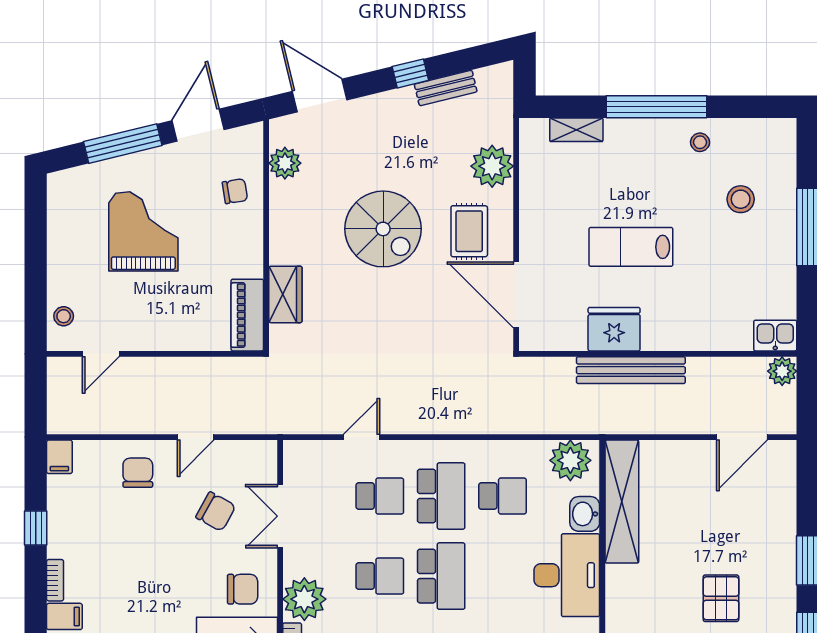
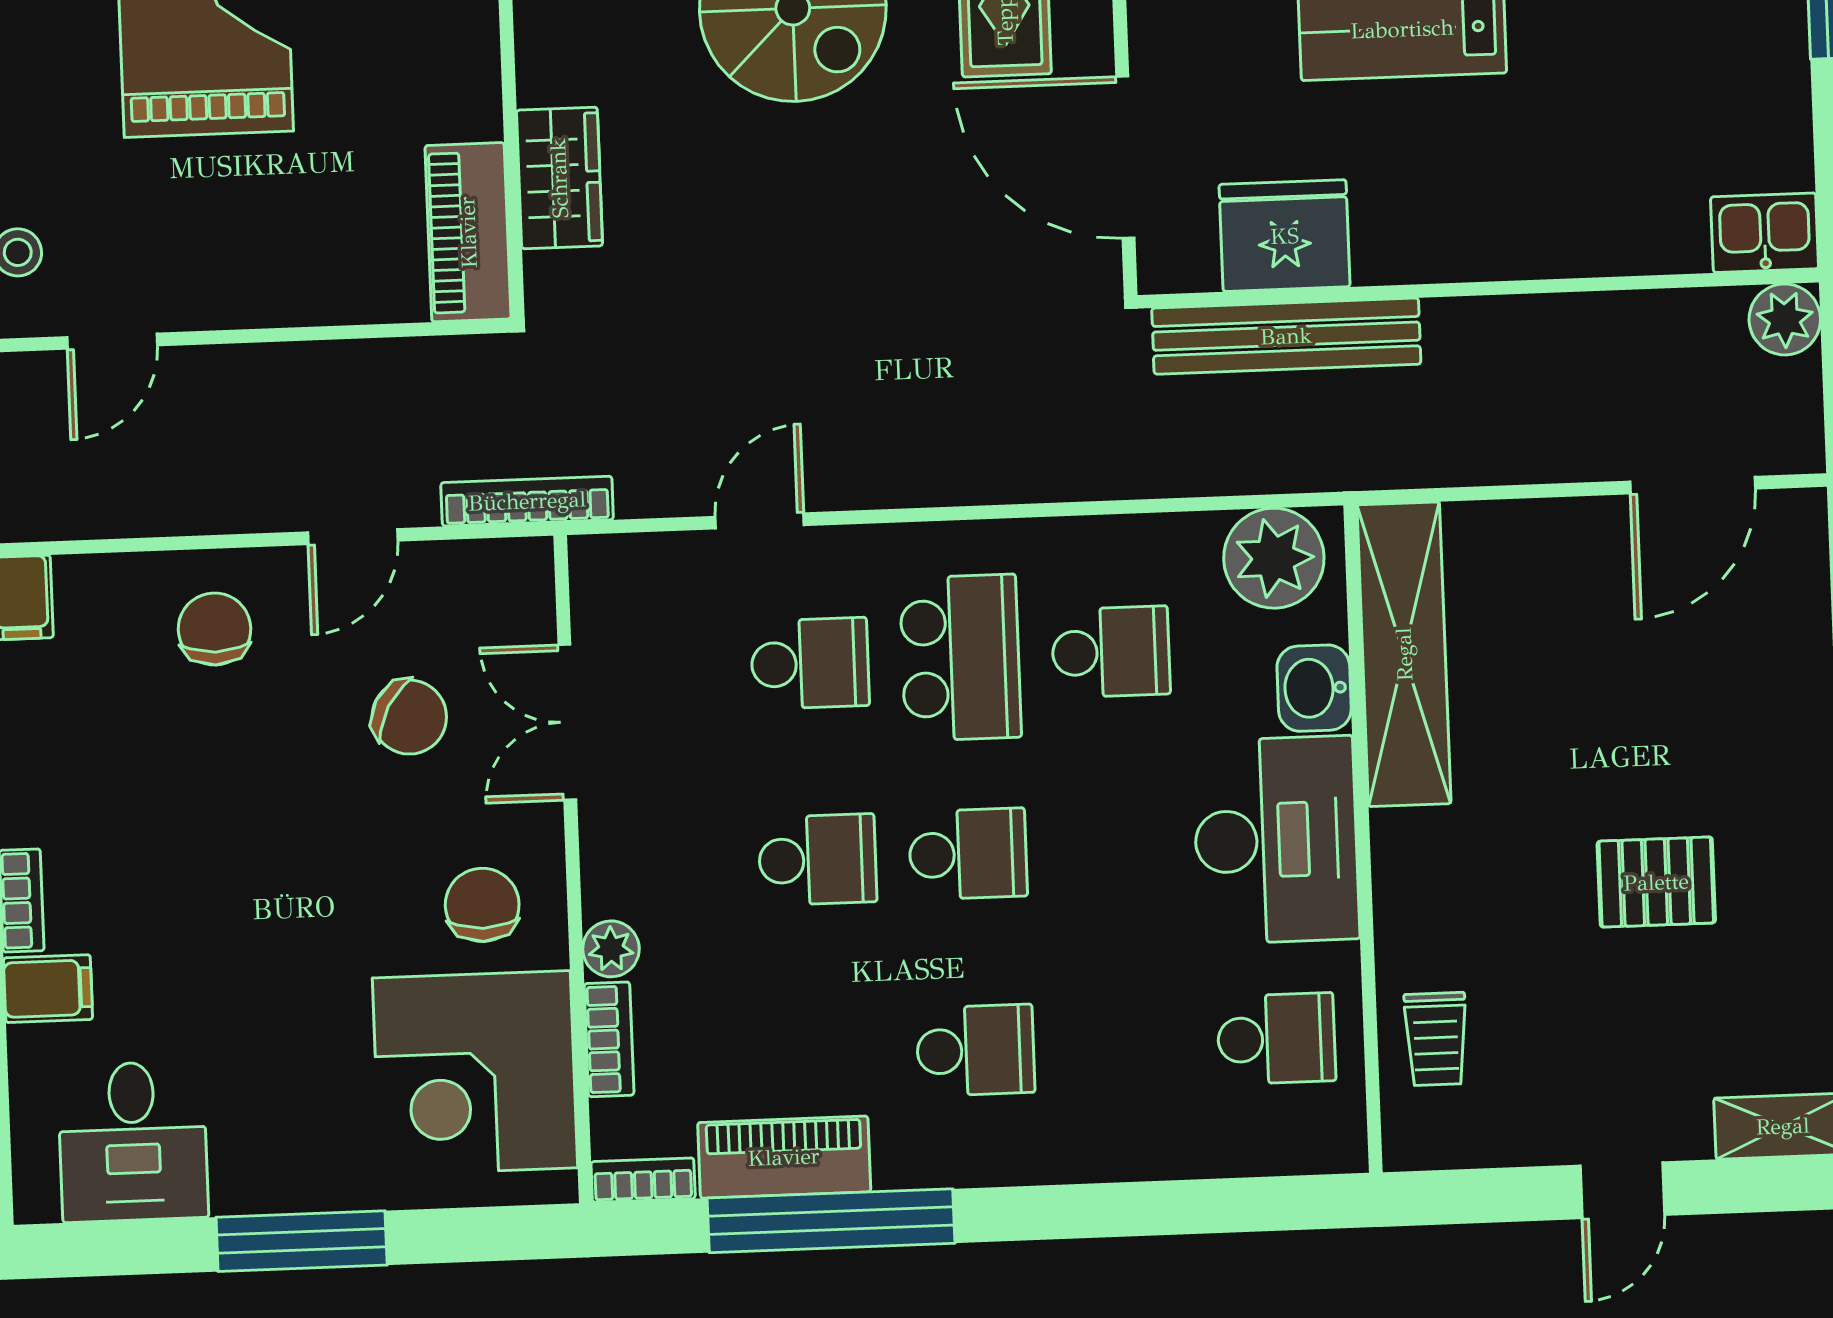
fridge: (614, 329) -> (1285, 236), moved
bench: (631, 370) -> (1286, 336), moved
bookcase: (267, 425) -> (527, 501), added
school desk: (441, 576) -> (968, 854), width x0.54
chair: (243, 589) -> (482, 905), turned -90
pallet: (721, 598) -> (1656, 882), turned 90
plant: (304, 599) -> (611, 949), width x0.53, depth x0.53

